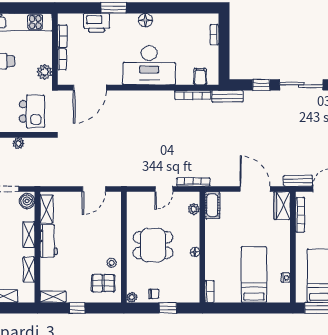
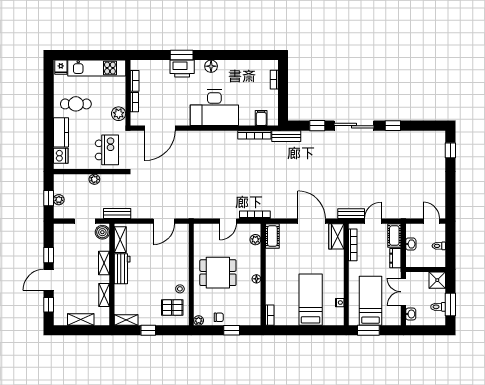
printer: (97, 23) -> (182, 69), moved
bench: (43, 181) -> (117, 213), added

